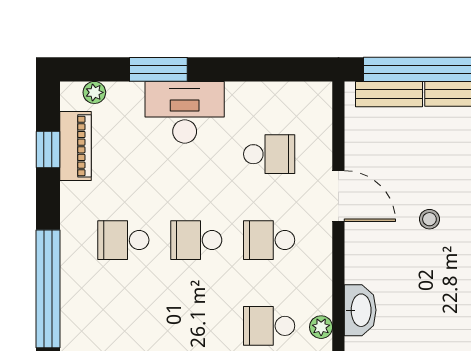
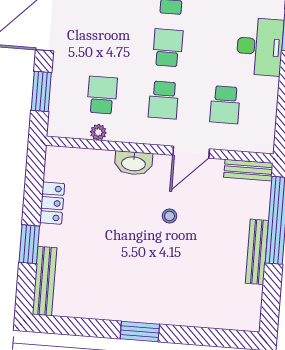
bench: (389, 94) -> (248, 170), moved, turned 90
school desk: (269, 240) -> (164, 100), turned 180
washbasin: (360, 310) -> (133, 163), moved

